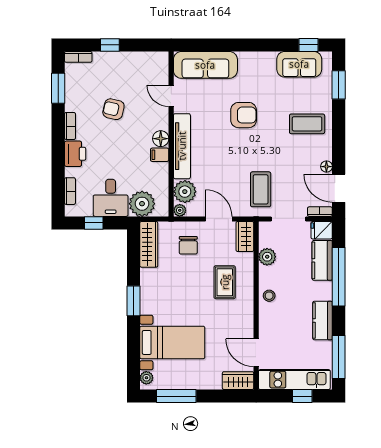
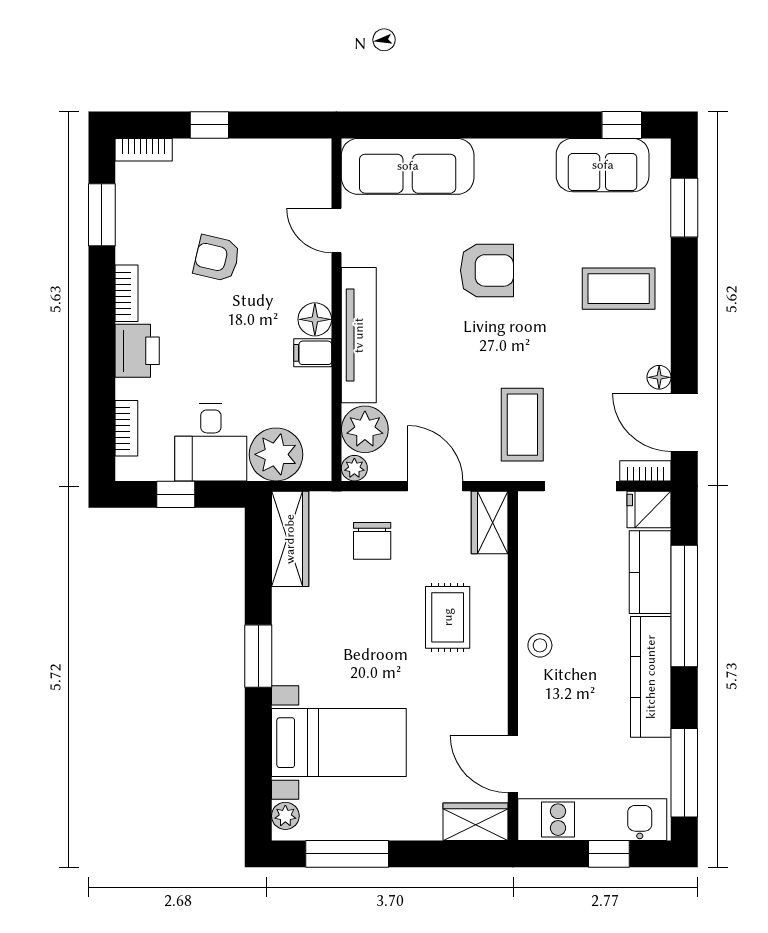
plant: (267, 257) -> (536, 565), removed
kitchen counter: (323, 321) -> (651, 677), width x1.50

